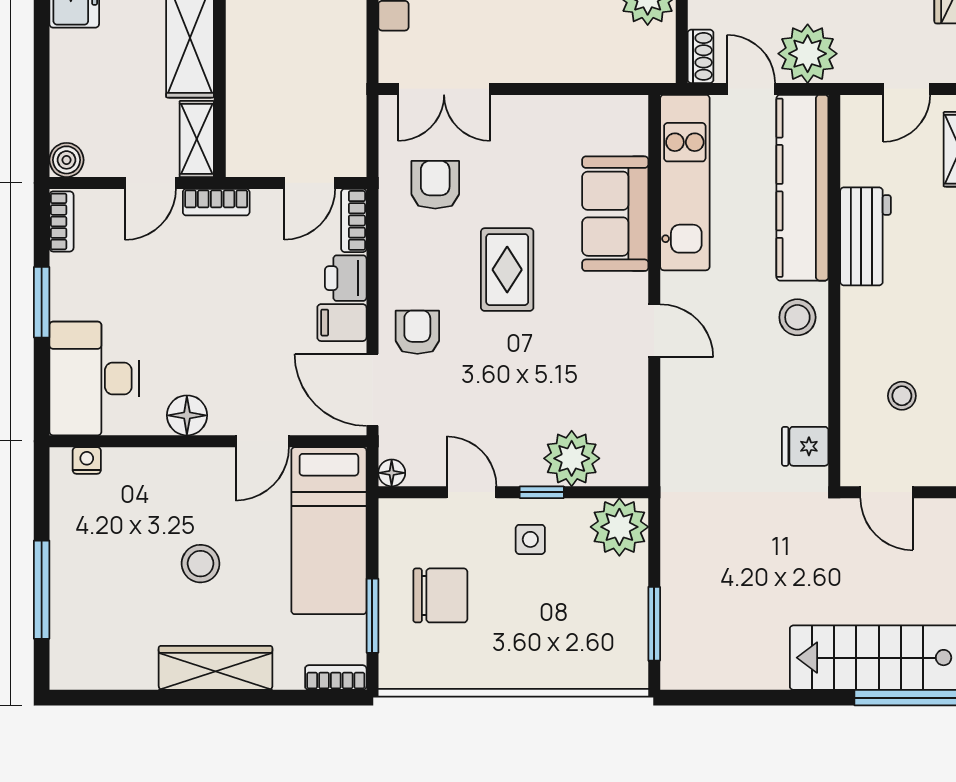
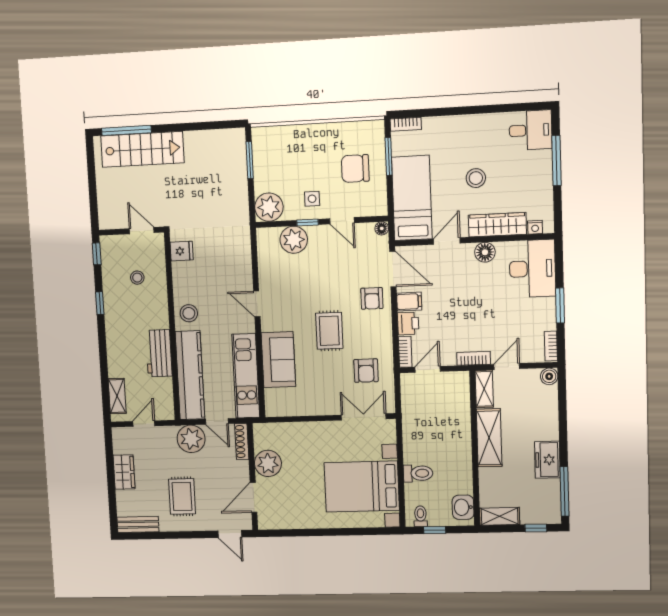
shoe rack: (700, 56) -> (242, 441), width x1.43
desk: (91, 652) -> (531, 130), added
wardrobe: (216, 668) -> (497, 225), moved, turned 180

